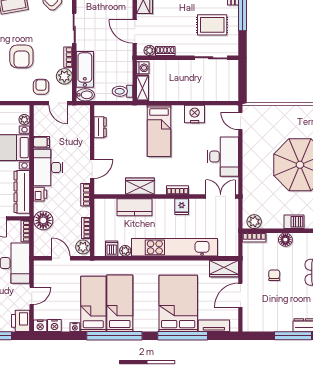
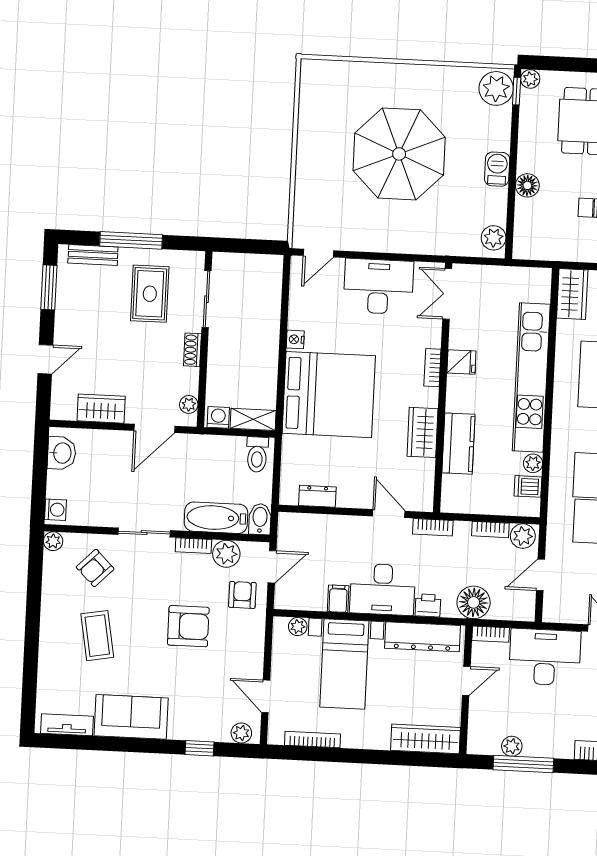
shoe rack: (165, 51) -> (192, 350), moved
armchair: (41, 87) -> (242, 595), turned 90
nightstand: (195, 114) -> (295, 339), width x0.53, depth x0.56
bed: (159, 131) -> (329, 395), width x2.04
bookcase: (254, 238) -> (521, 239), removed

